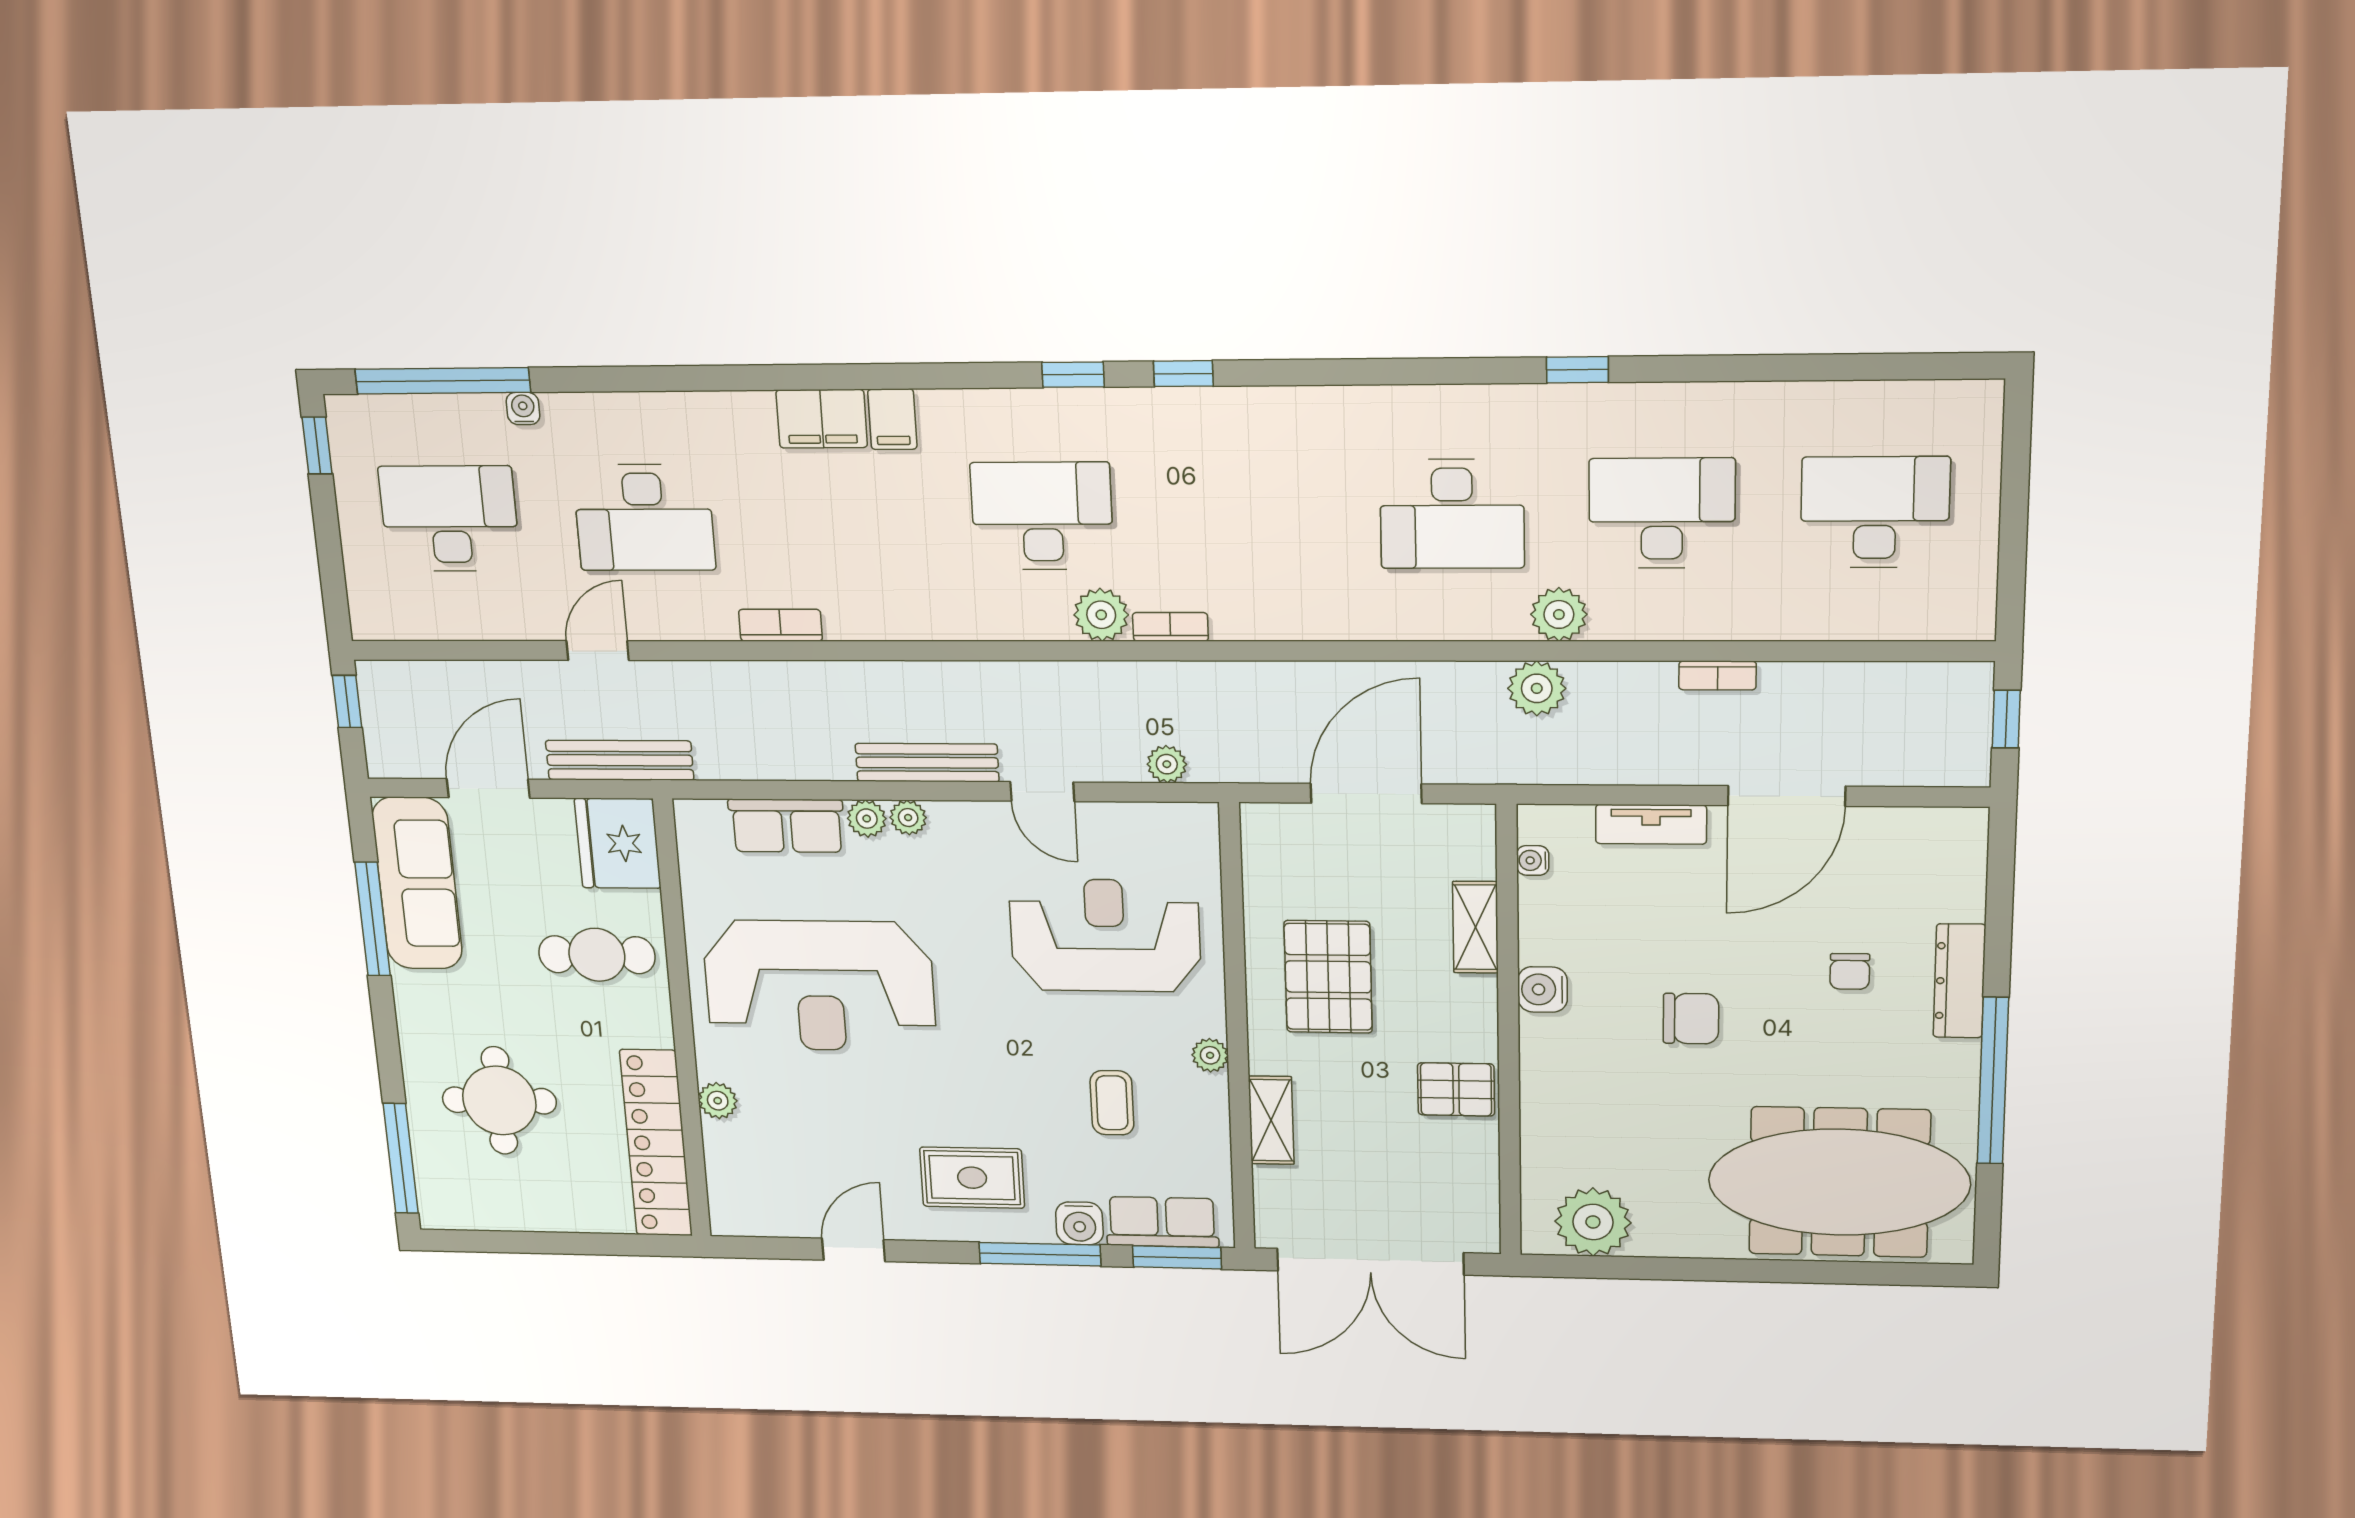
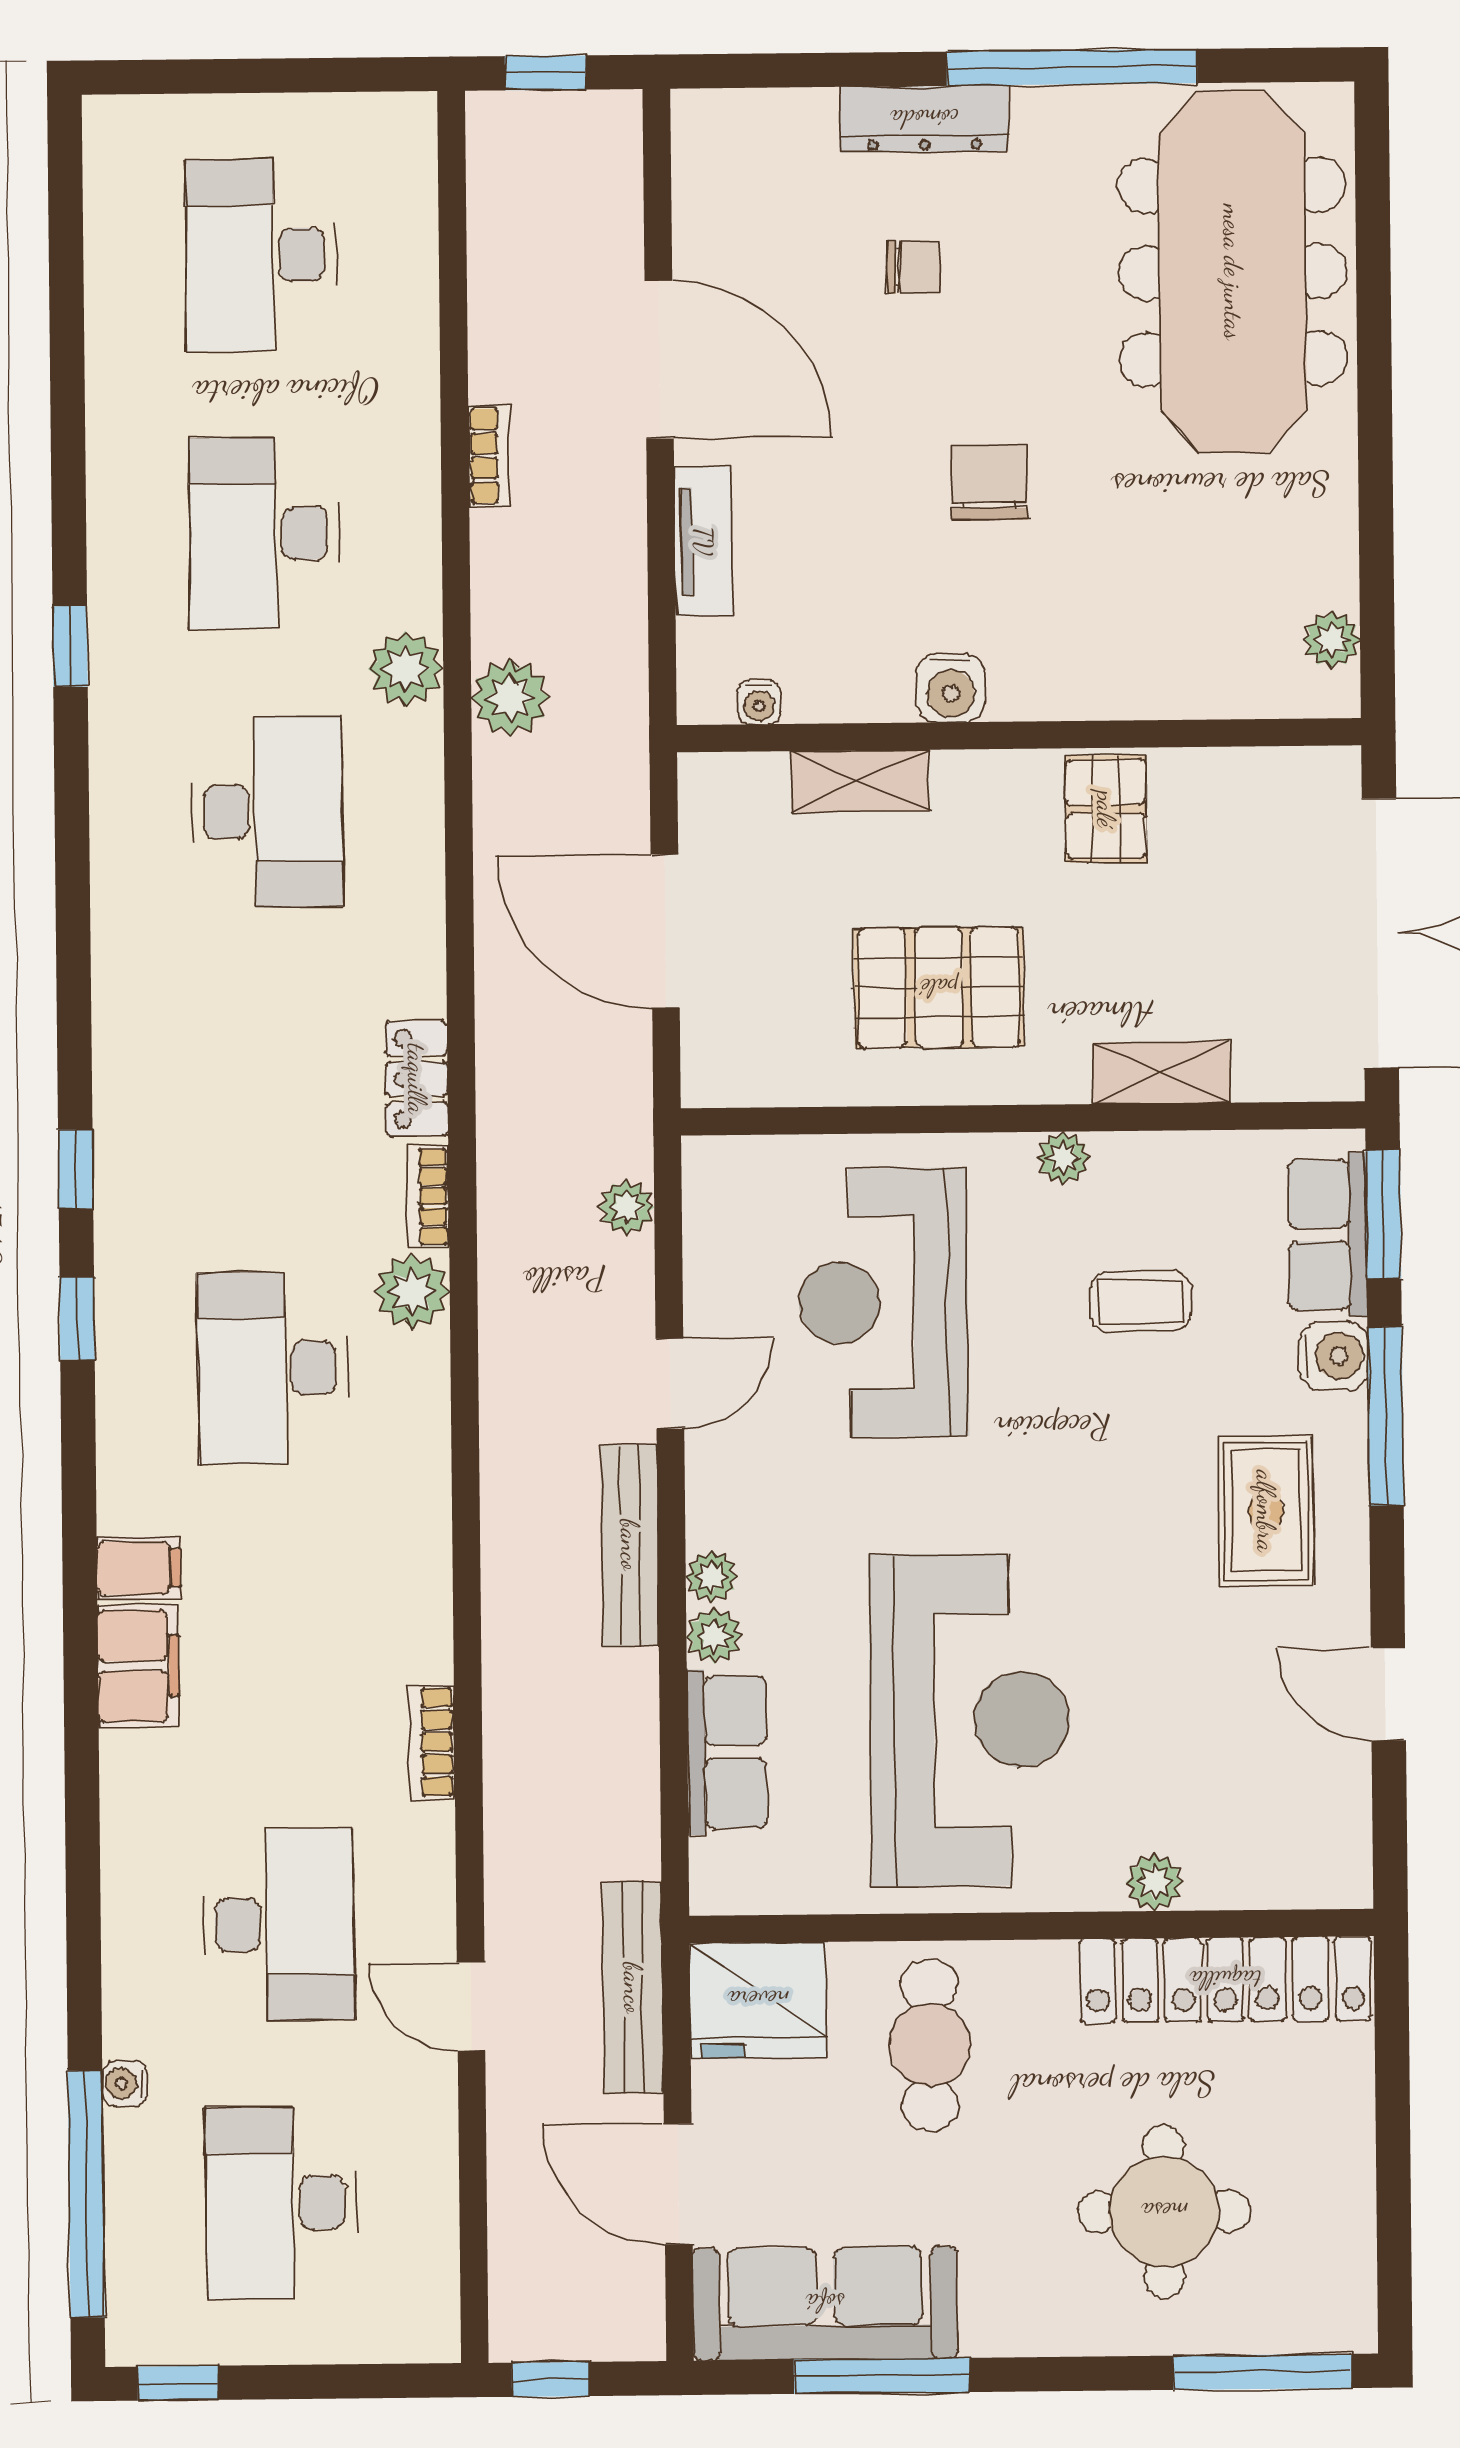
locker: (1256, 620) -> (417, 1079), added
plant: (1593, 1222) -> (1331, 640), width x0.53, depth x0.53

